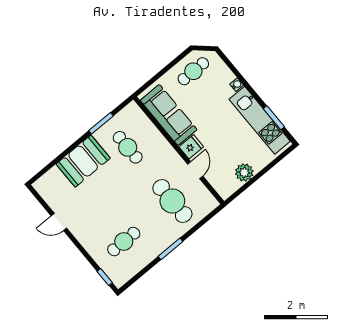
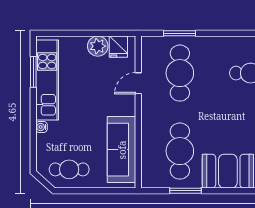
cafe table: (128, 147) -> (180, 151), width x1.37, depth x1.35
fridge: (191, 147) -> (118, 47), moved, turned -90
window: (170, 249) -> (180, 33), moved

